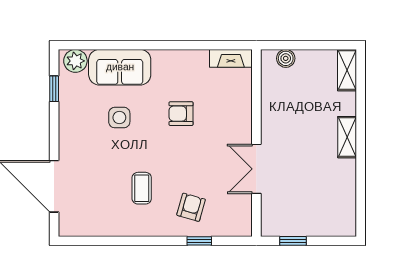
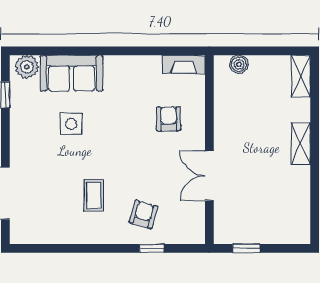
armchair: (181, 114) -> (169, 119), moved, turned 89

